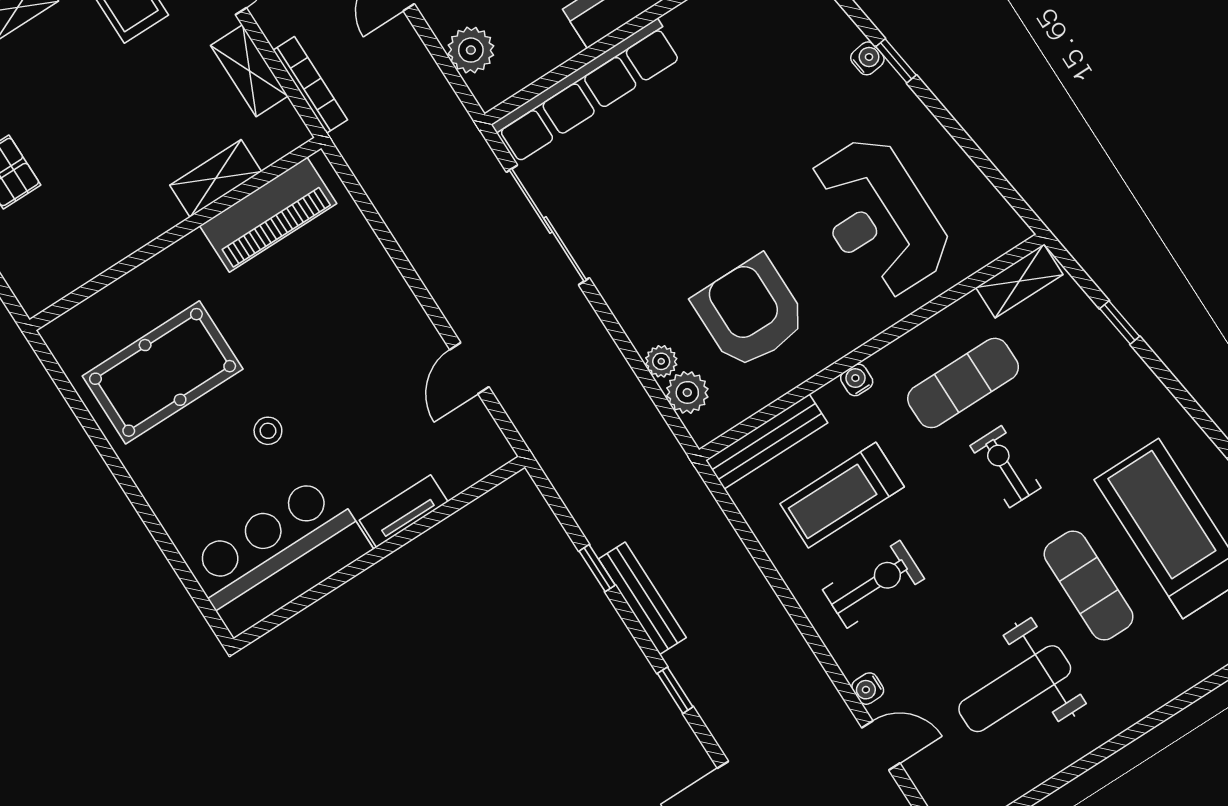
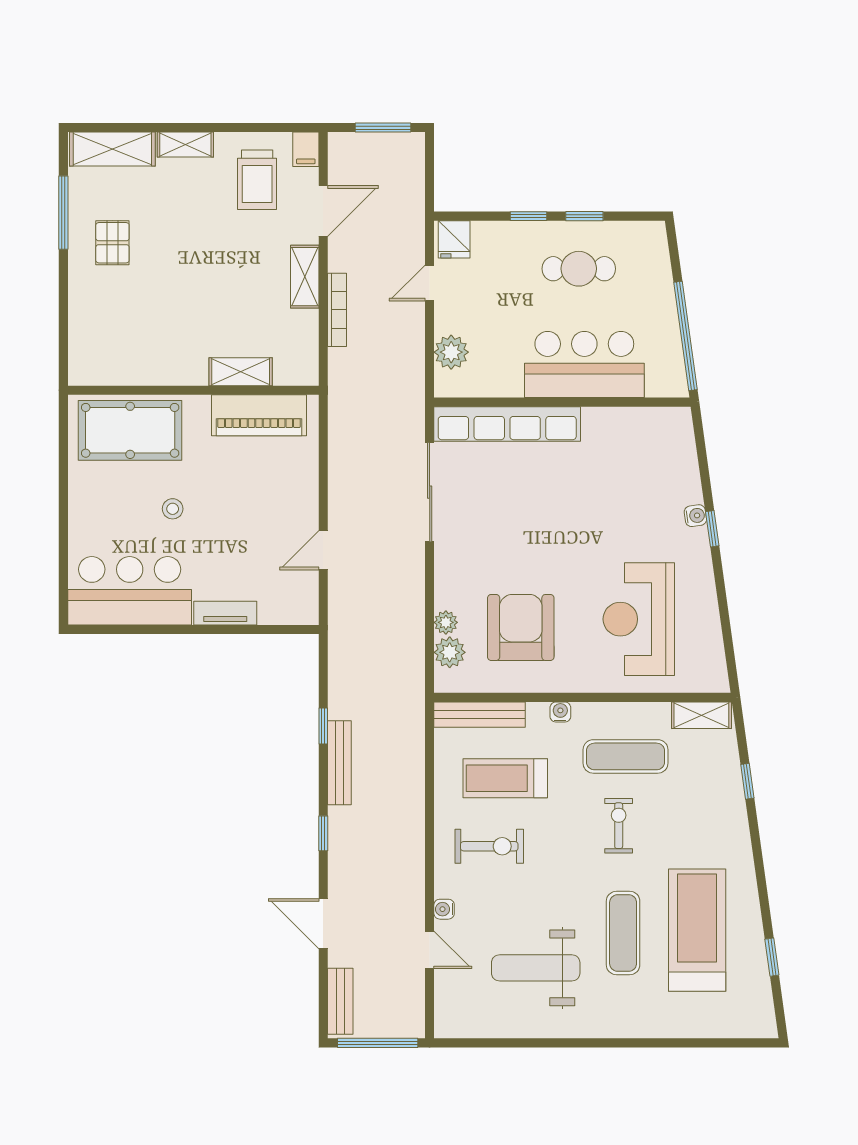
shelving: (216, 178) -> (241, 372), moved
piano: (268, 215) -> (259, 415), moved
wall: (175, 234) -> (193, 390), moved

